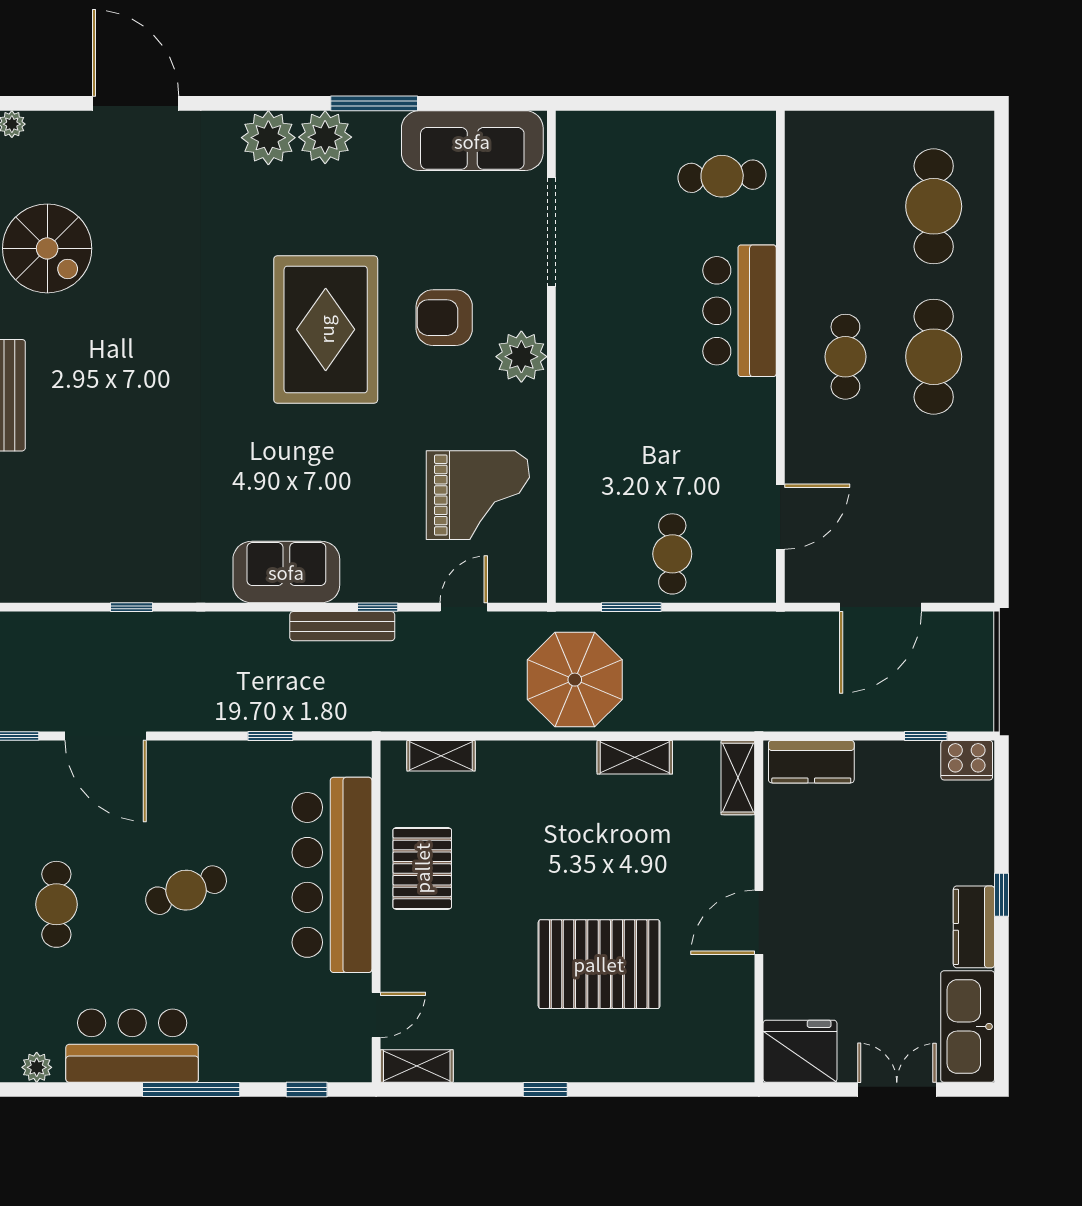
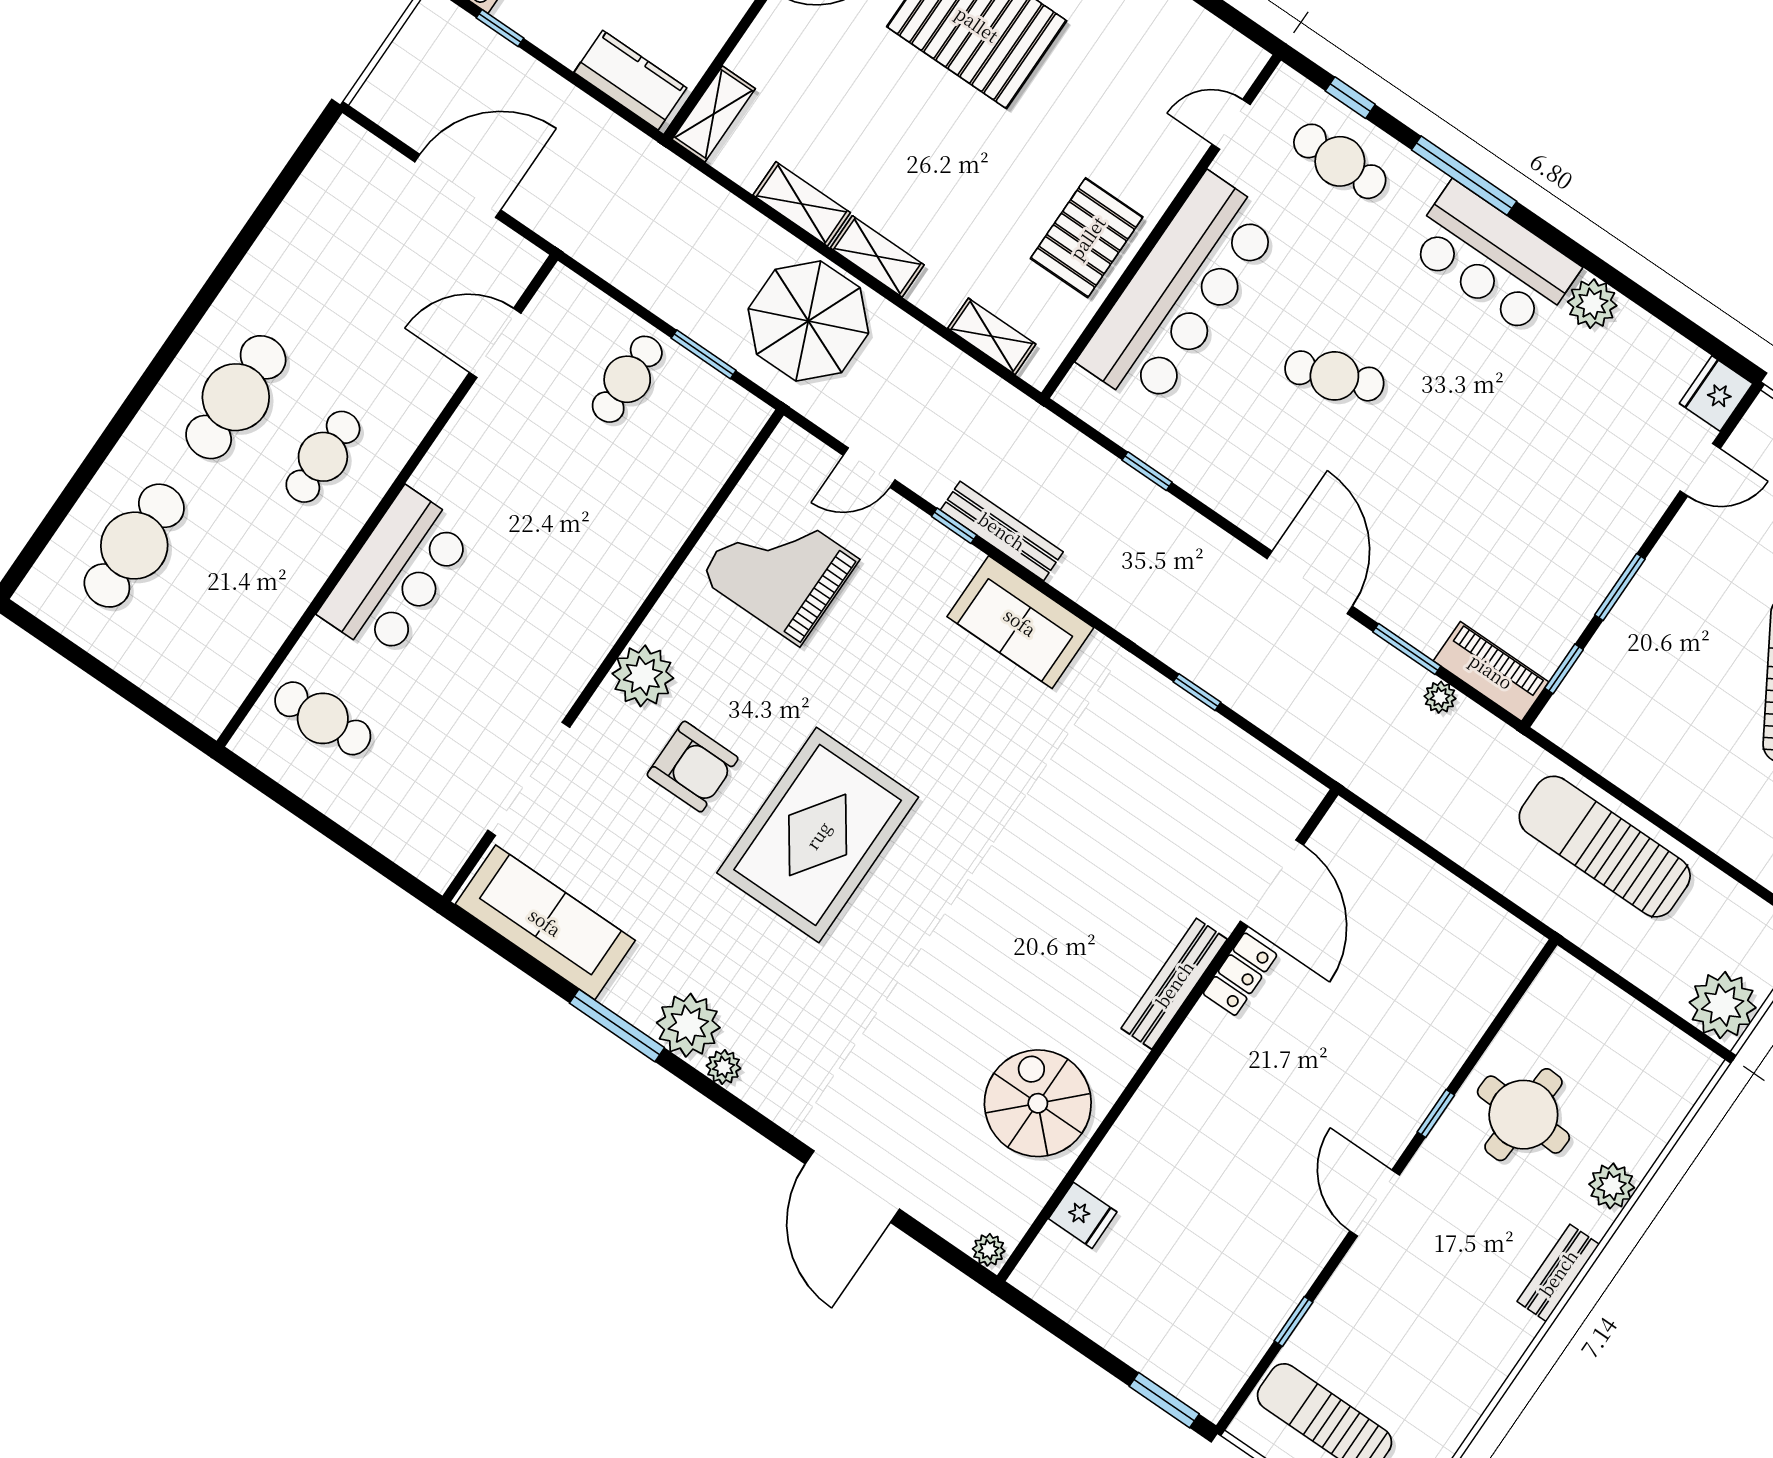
plant: (268, 138) -> (724, 1067), width x0.53, depth x0.53
cafe table: (56, 904) -> (1340, 161), moved, turned 90
shelving: (417, 1066) -> (877, 256), moved
plant: (37, 1067) -> (1592, 304), width x1.38, depth x1.38

